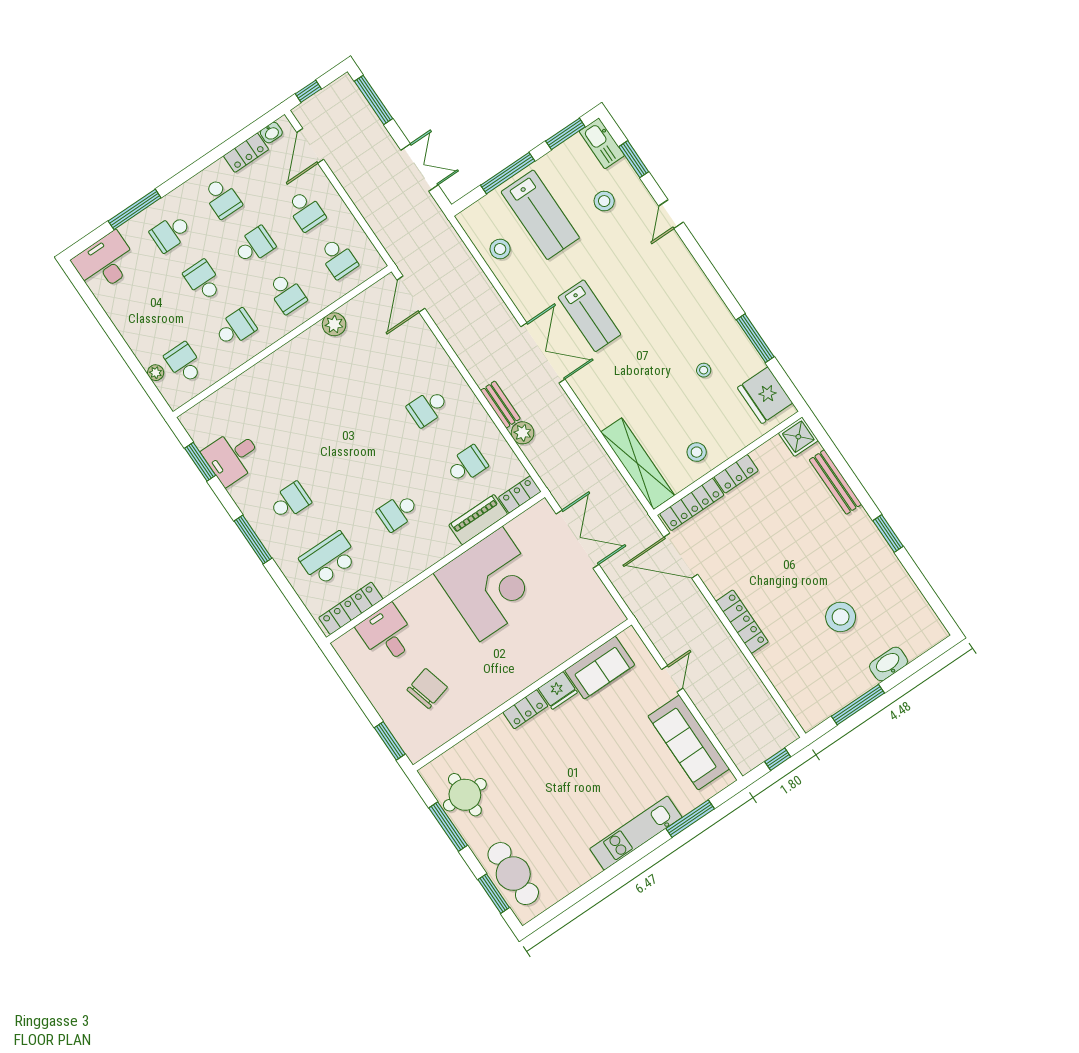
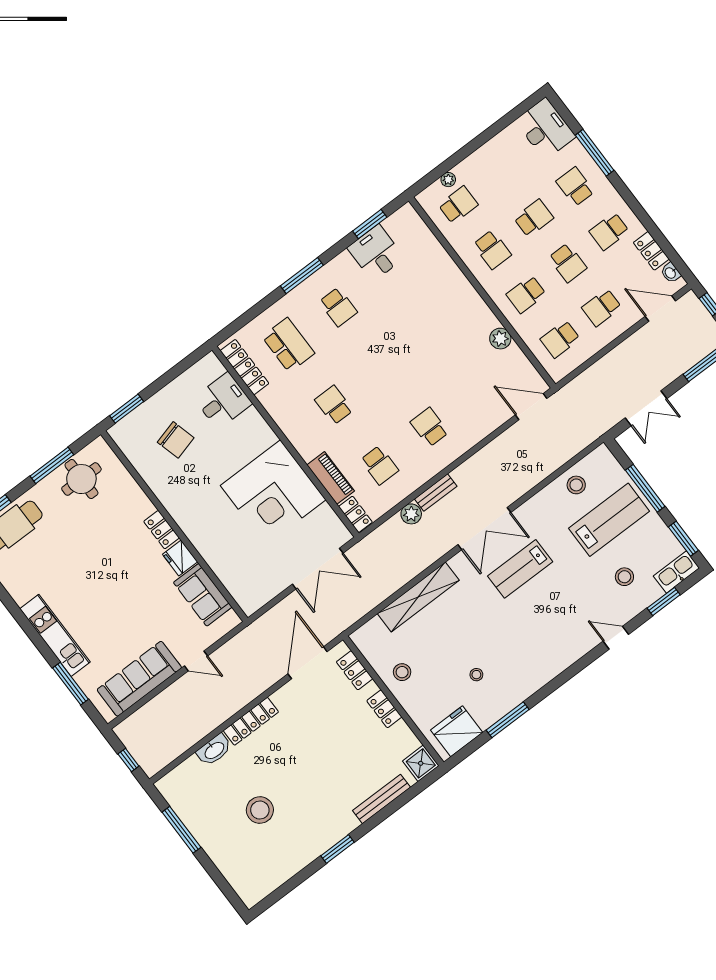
lab bench: (540, 215) -> (609, 520), turned 180
shelving: (638, 464) -> (418, 597), moved
locker: (692, 504) -> (355, 670), width x0.66
washbasin: (889, 664) -> (214, 750), moved, turned 90

